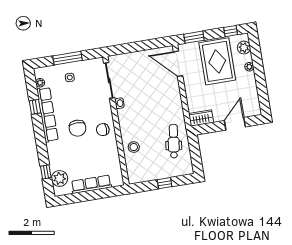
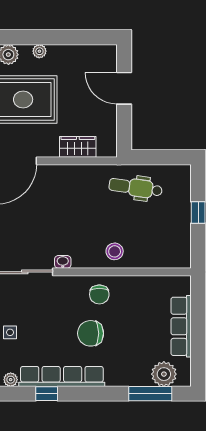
wardrobe: (201, 118) -> (78, 147), moved, turned 90
chair: (77, 128) -> (91, 333), turned 180
stool: (134, 147) -> (115, 251), moved
window: (46, 172) -> (150, 394), width x2.17

